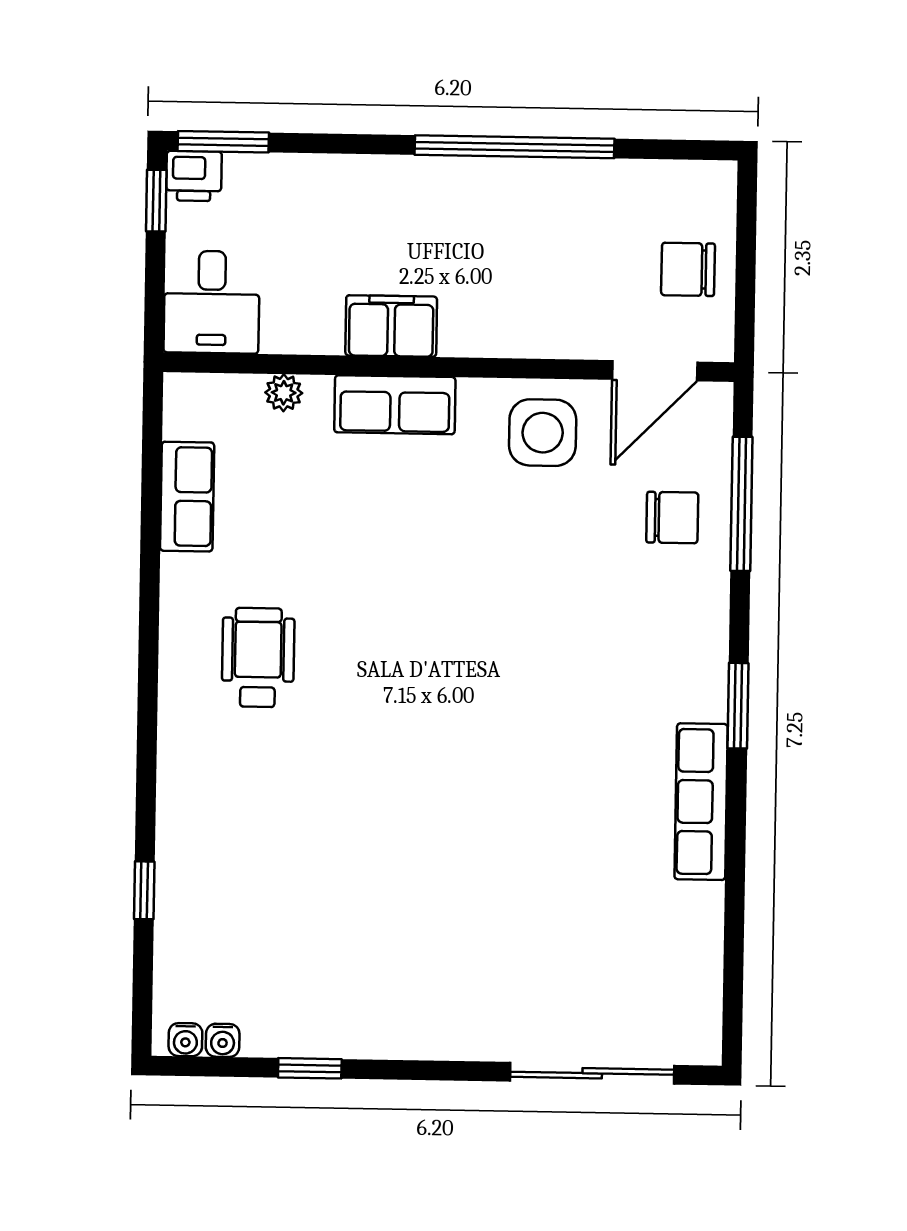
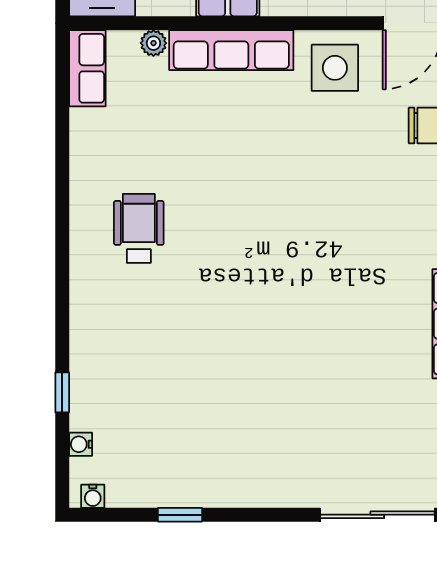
row of seats: (395, 405) -> (231, 50), width x1.48
row of seats: (187, 497) -> (87, 68), moved
water cooler: (223, 1040) -> (81, 444), moved, turned 90

